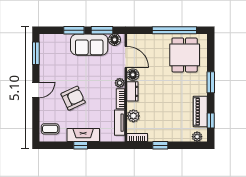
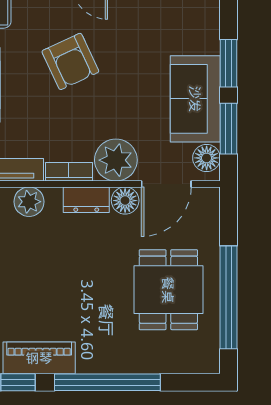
dining table: (185, 55) -> (168, 290), moved, turned 90
window: (211, 82) -> (107, 382), width x2.11
plant: (120, 83) -> (116, 160), width x1.88, depth x1.88

